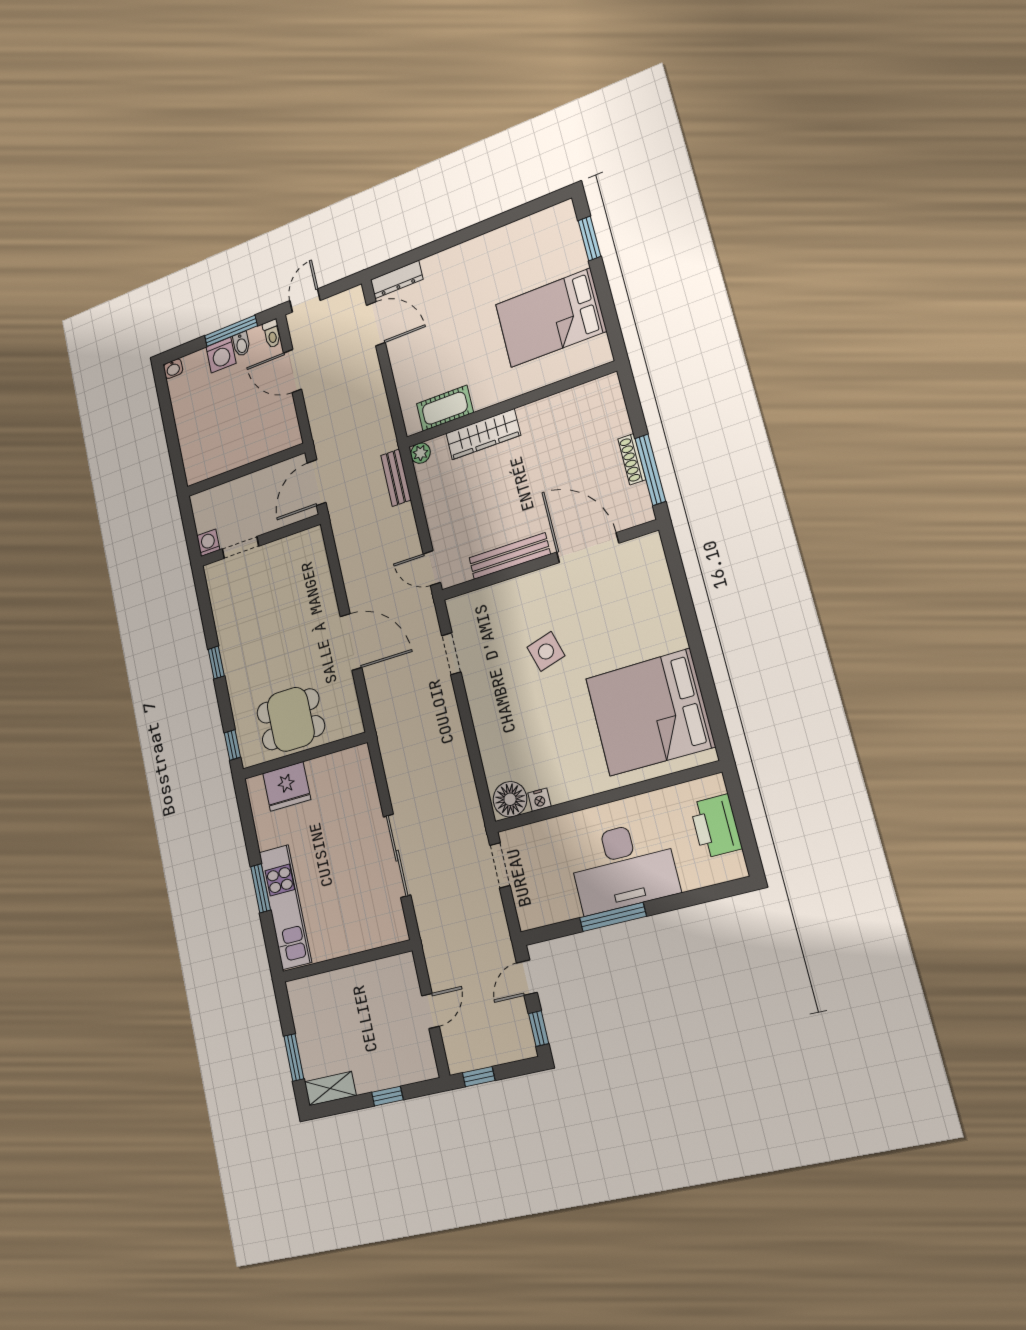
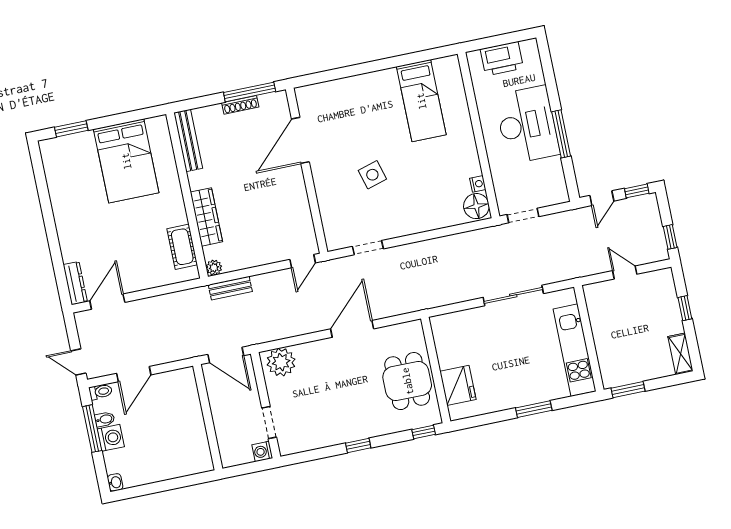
plant: (310, 554) -> (281, 362), added
bench: (510, 556) -> (188, 140), moved
bed: (650, 712) -> (421, 101), width x0.49
kitchen unit: (285, 907) -> (575, 350), moved, turned -90
door: (527, 978) -> (602, 198), hinge flipped
window: (294, 1057) -> (628, 390), moved

